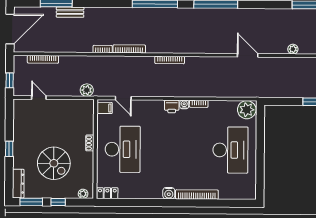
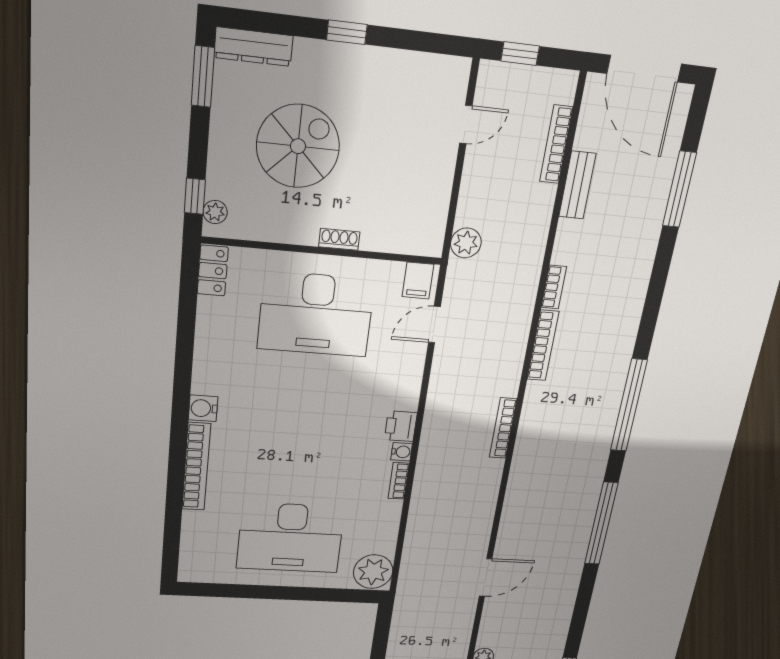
bench: (70, 12) -> (577, 185), moved
spiral stairs: (54, 163) -> (298, 146), turned 180
window: (58, 202) -> (195, 196), moved

